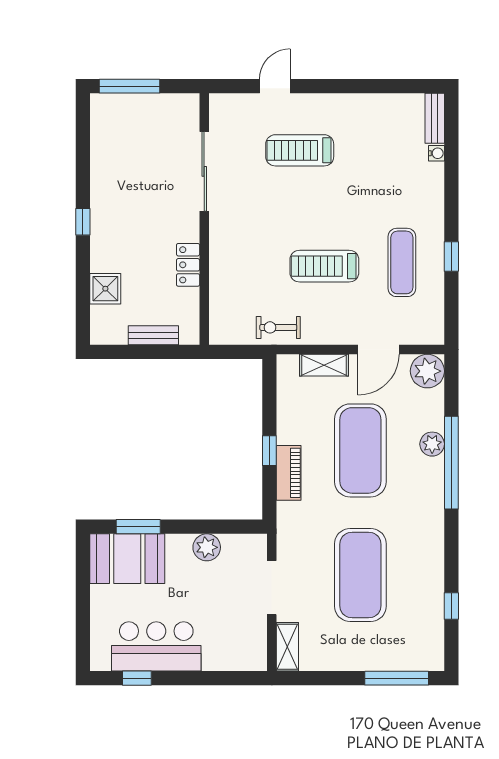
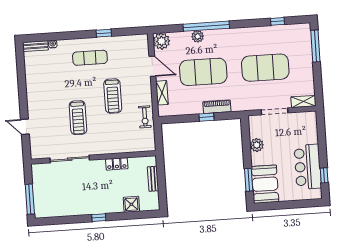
treadmill: (300, 150) -> (78, 118), moved
exercise mat: (402, 262) -> (90, 58), moved

